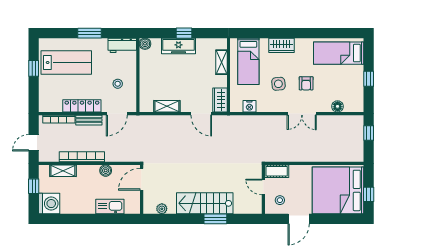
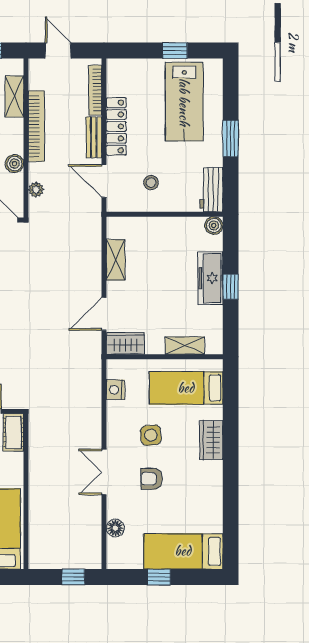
bed: (339, 53) -> (183, 551), moved, turned -90
plant: (122, 157) -> (36, 190), added

